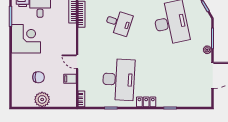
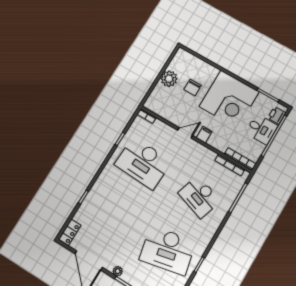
desk: (119, 23) -> (199, 197), width x1.37
corner desk: (26, 39) -> (229, 99), width x1.36, depth x1.36
filing cabinet: (70, 79) -> (204, 135), moved
locker: (146, 102) -> (70, 232), moved

